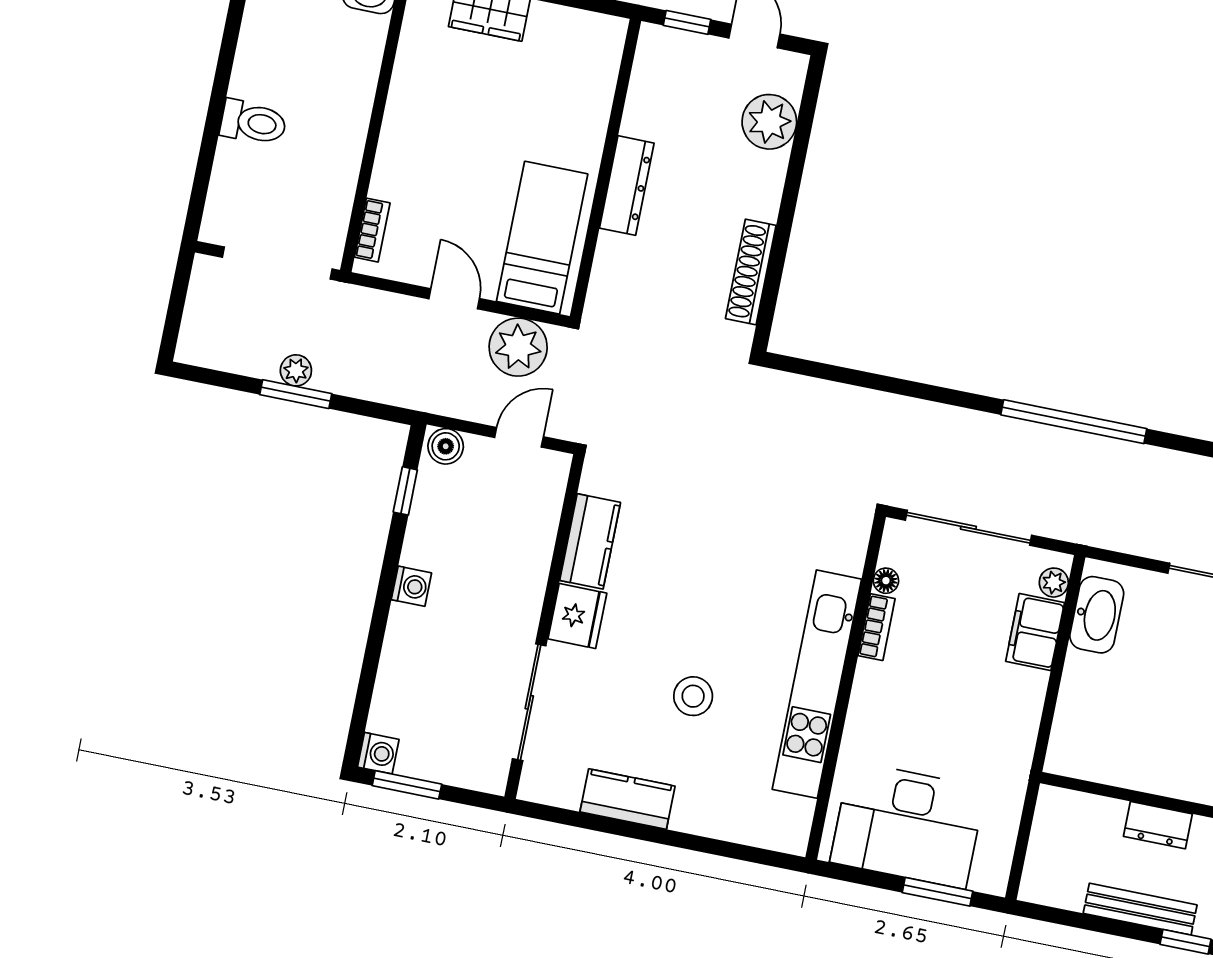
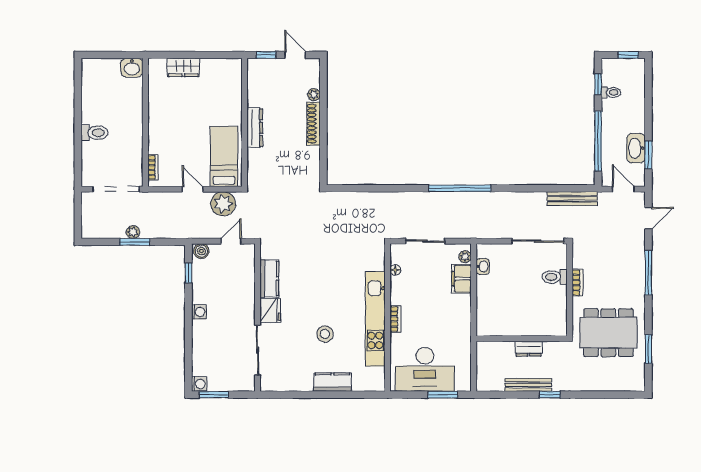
plant: (769, 122) -> (314, 95), width x0.53, depth x0.53
shoe rack: (751, 272) -> (313, 124), moved
sliding door: (968, 528) -> (425, 241), width x0.73
washbasin: (1097, 615) -> (483, 266), width x0.52, depth x0.69
bookcase: (877, 627) -> (395, 319), moved
kitchen counter: (627, 799) -> (332, 382), moved

